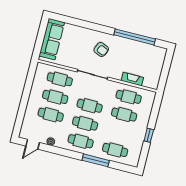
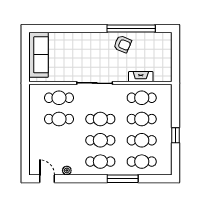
armchair: (101, 49) -> (123, 44), moved
cafe table: (51, 115) -> (142, 140), moved
door: (33, 144) -> (47, 179), swing flipped

